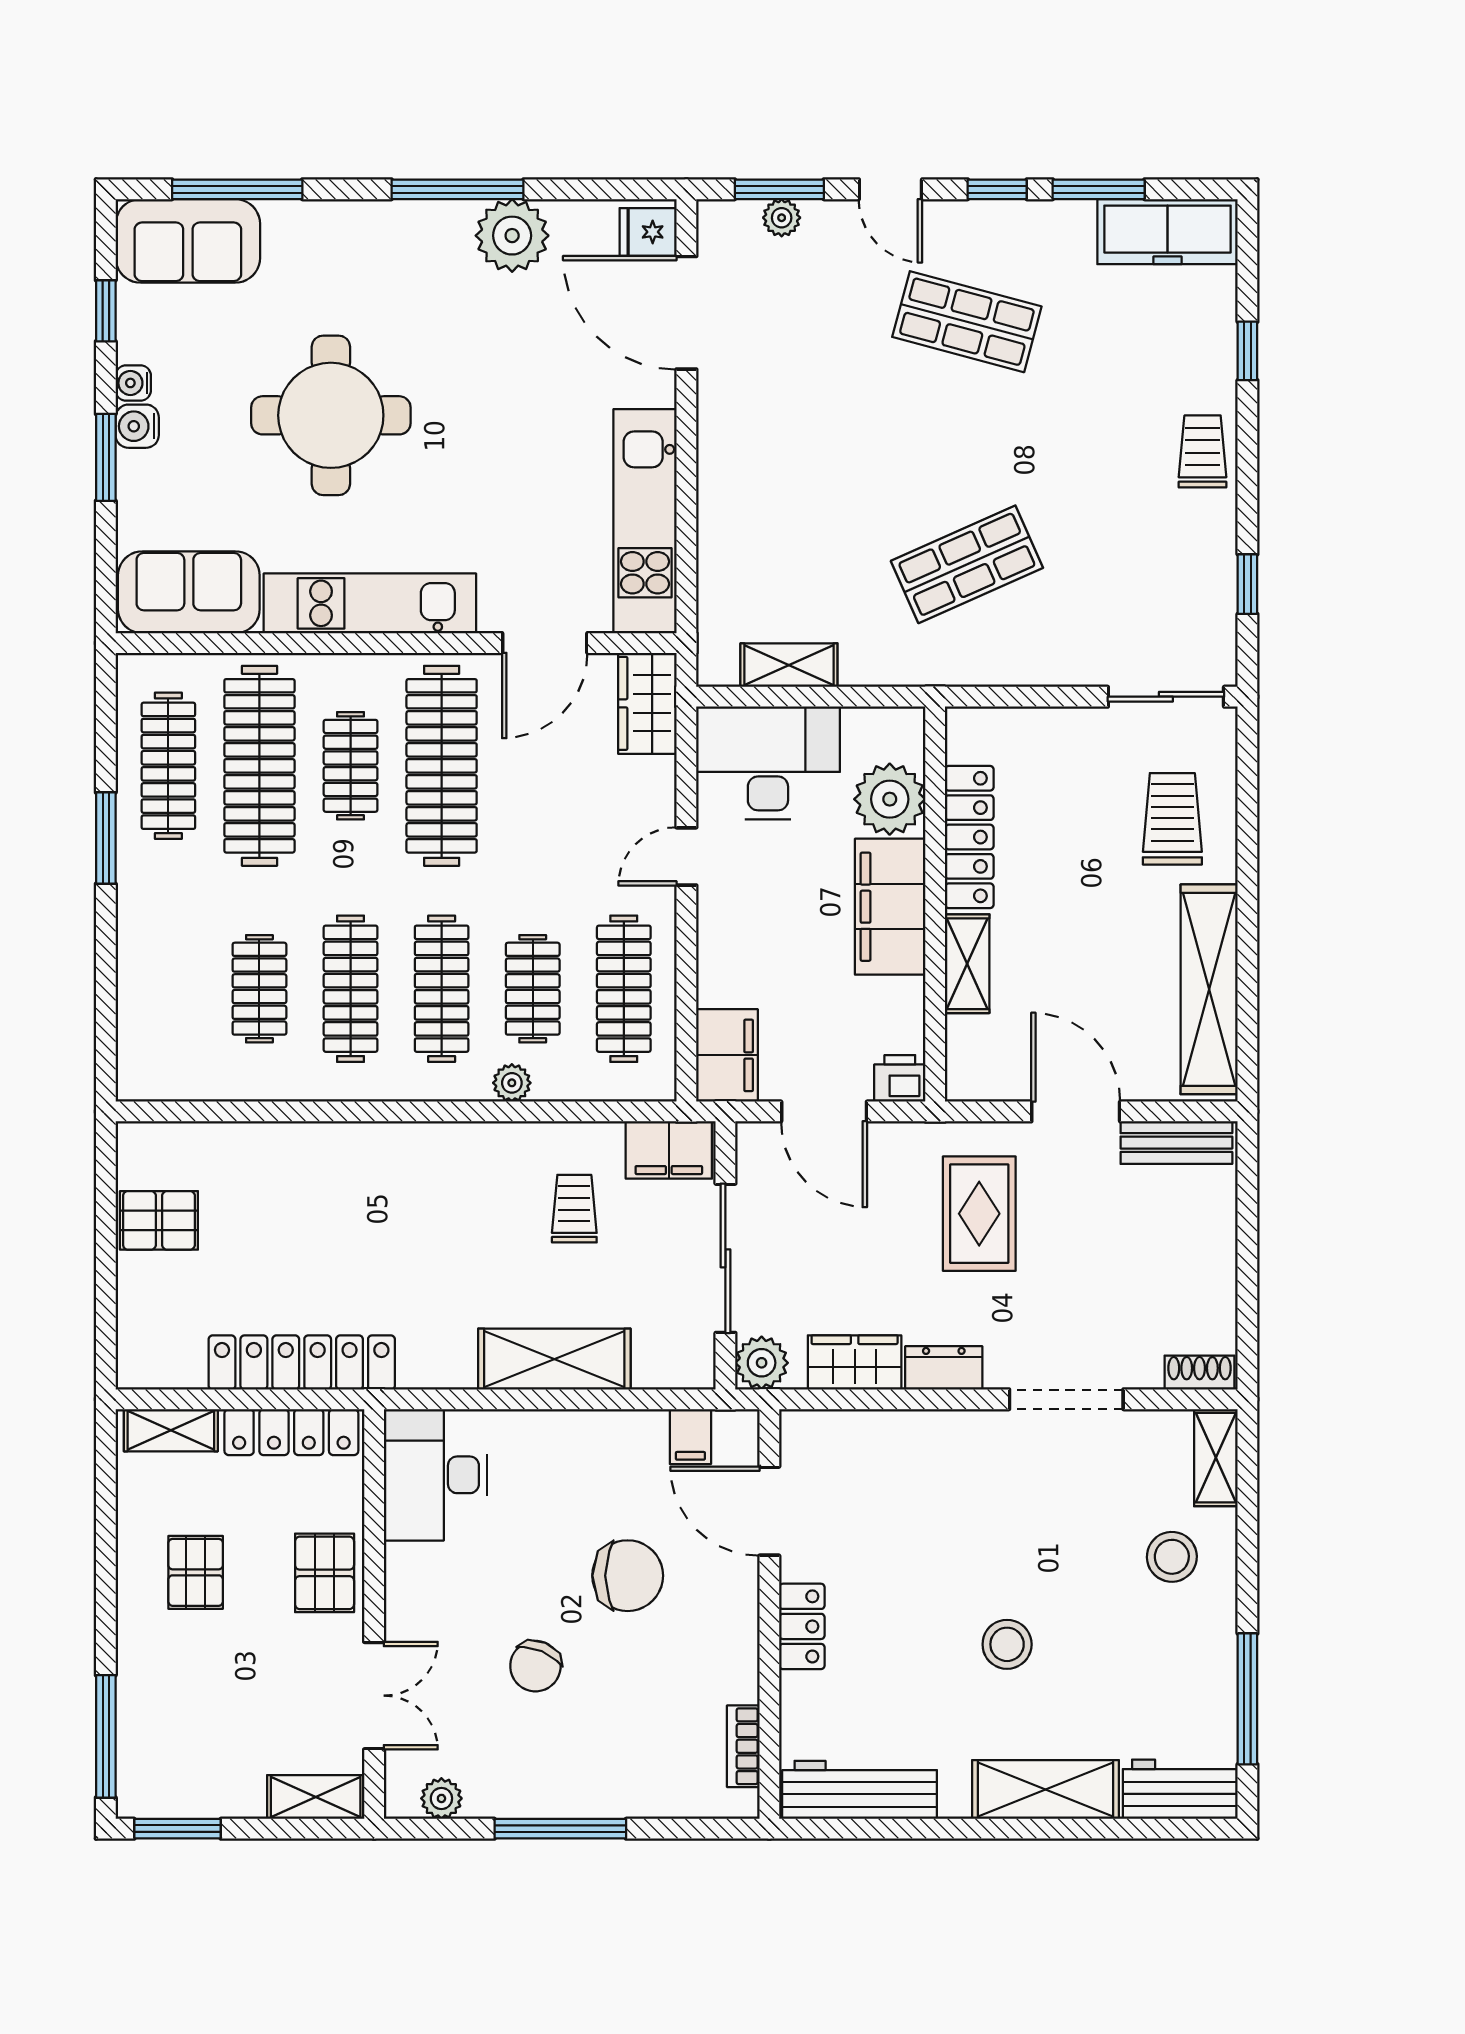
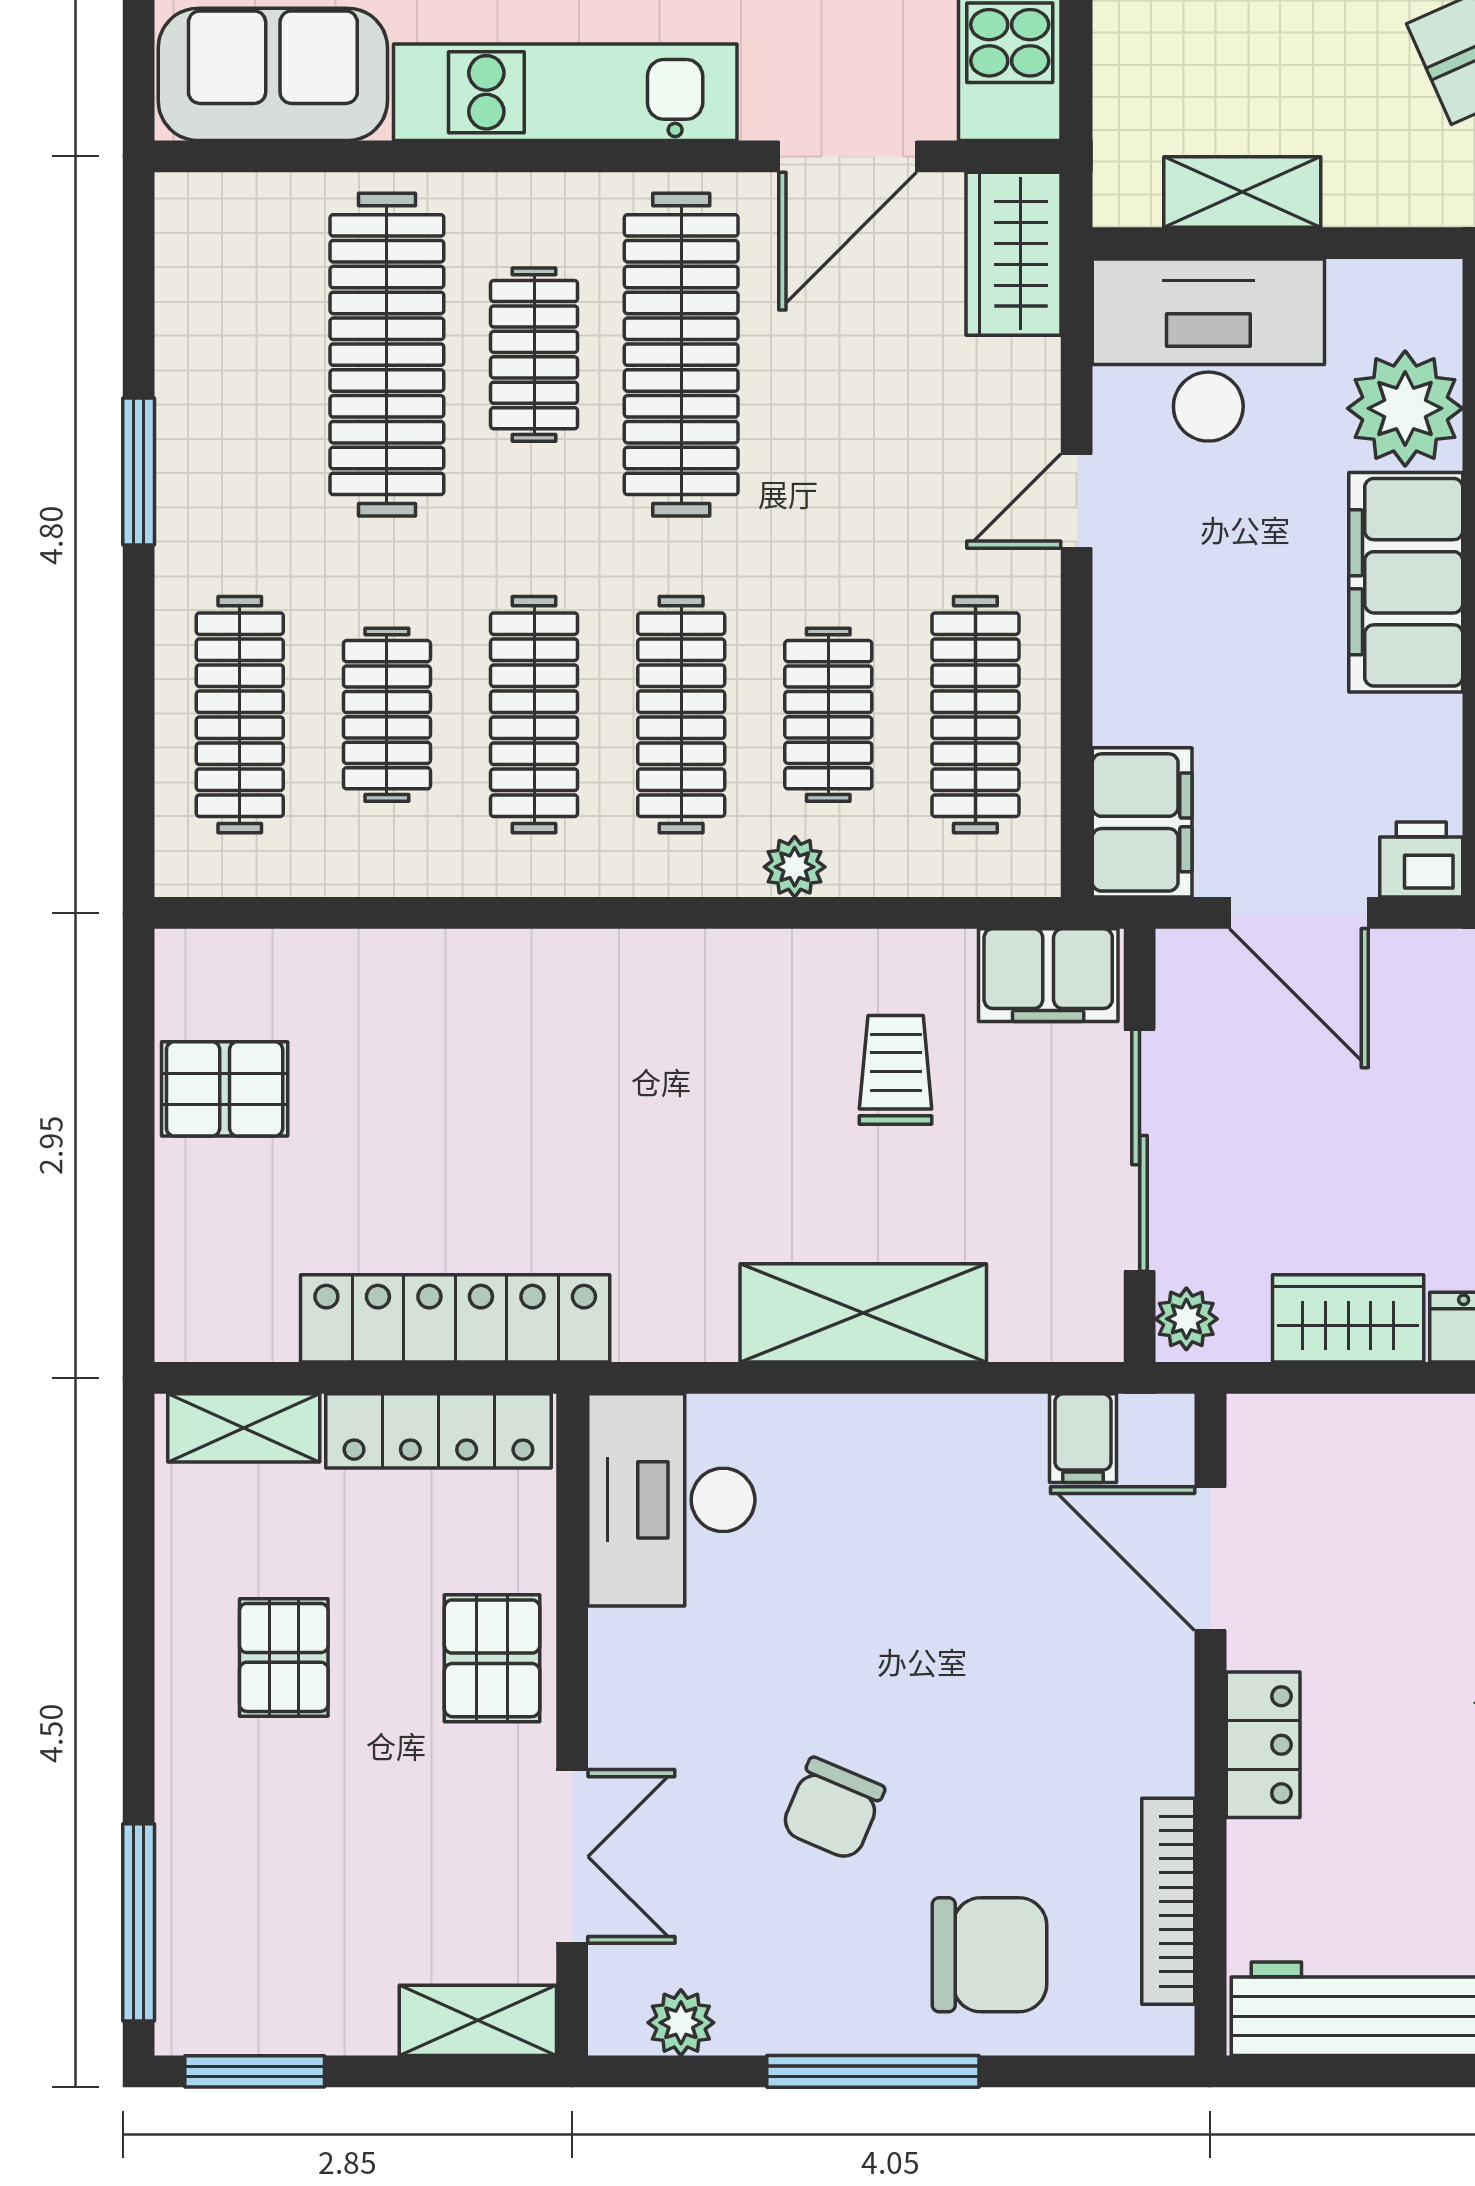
clothes rail: (168, 766) -> (240, 715), moved
plant: (762, 1363) -> (1186, 1319), width x0.73, depth x0.73
chair: (628, 1576) -> (990, 1955), moved
bookcase: (743, 1746) -> (1168, 1901), width x1.56

